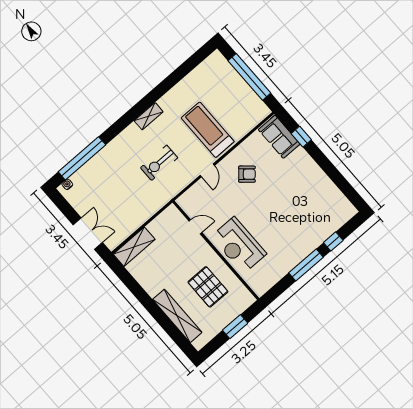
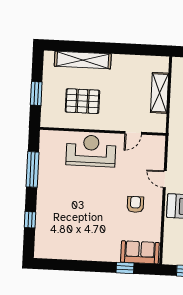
armchair: (247, 174) -> (135, 204), turned 139
shelving: (134, 247) -> (160, 93), moved
window: (306, 265) -> (32, 169), moved

